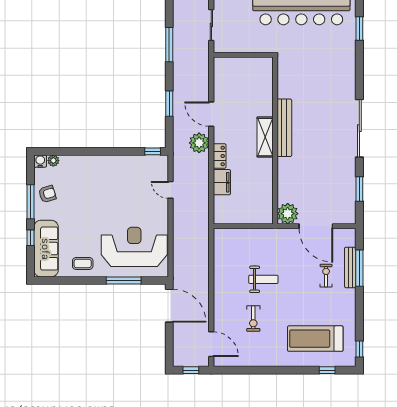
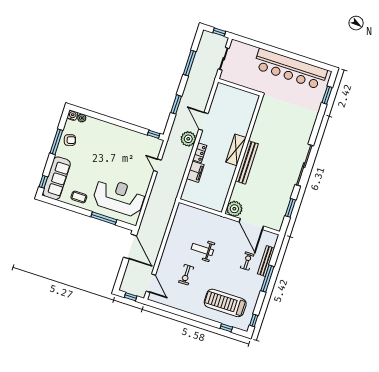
bench: (284, 128) -> (247, 162), moved
window: (31, 238) -> (43, 182), moved
window: (359, 268) -> (267, 279), moved
weight bench: (263, 279) -> (202, 249), turned 180

